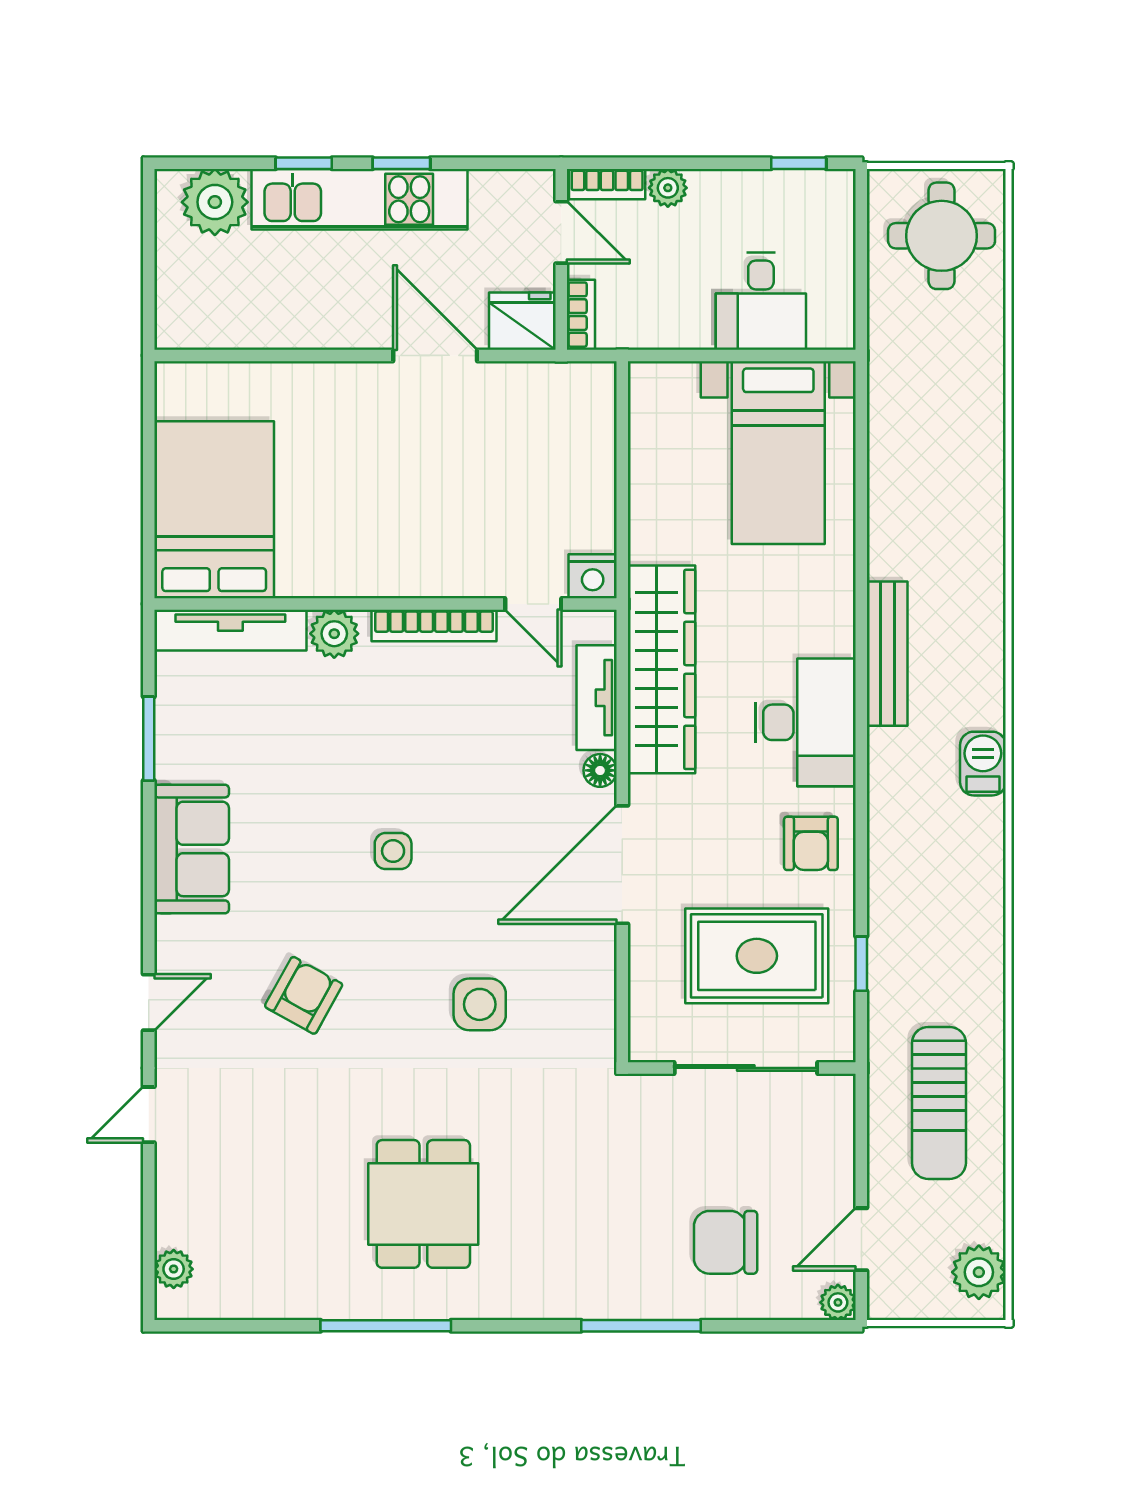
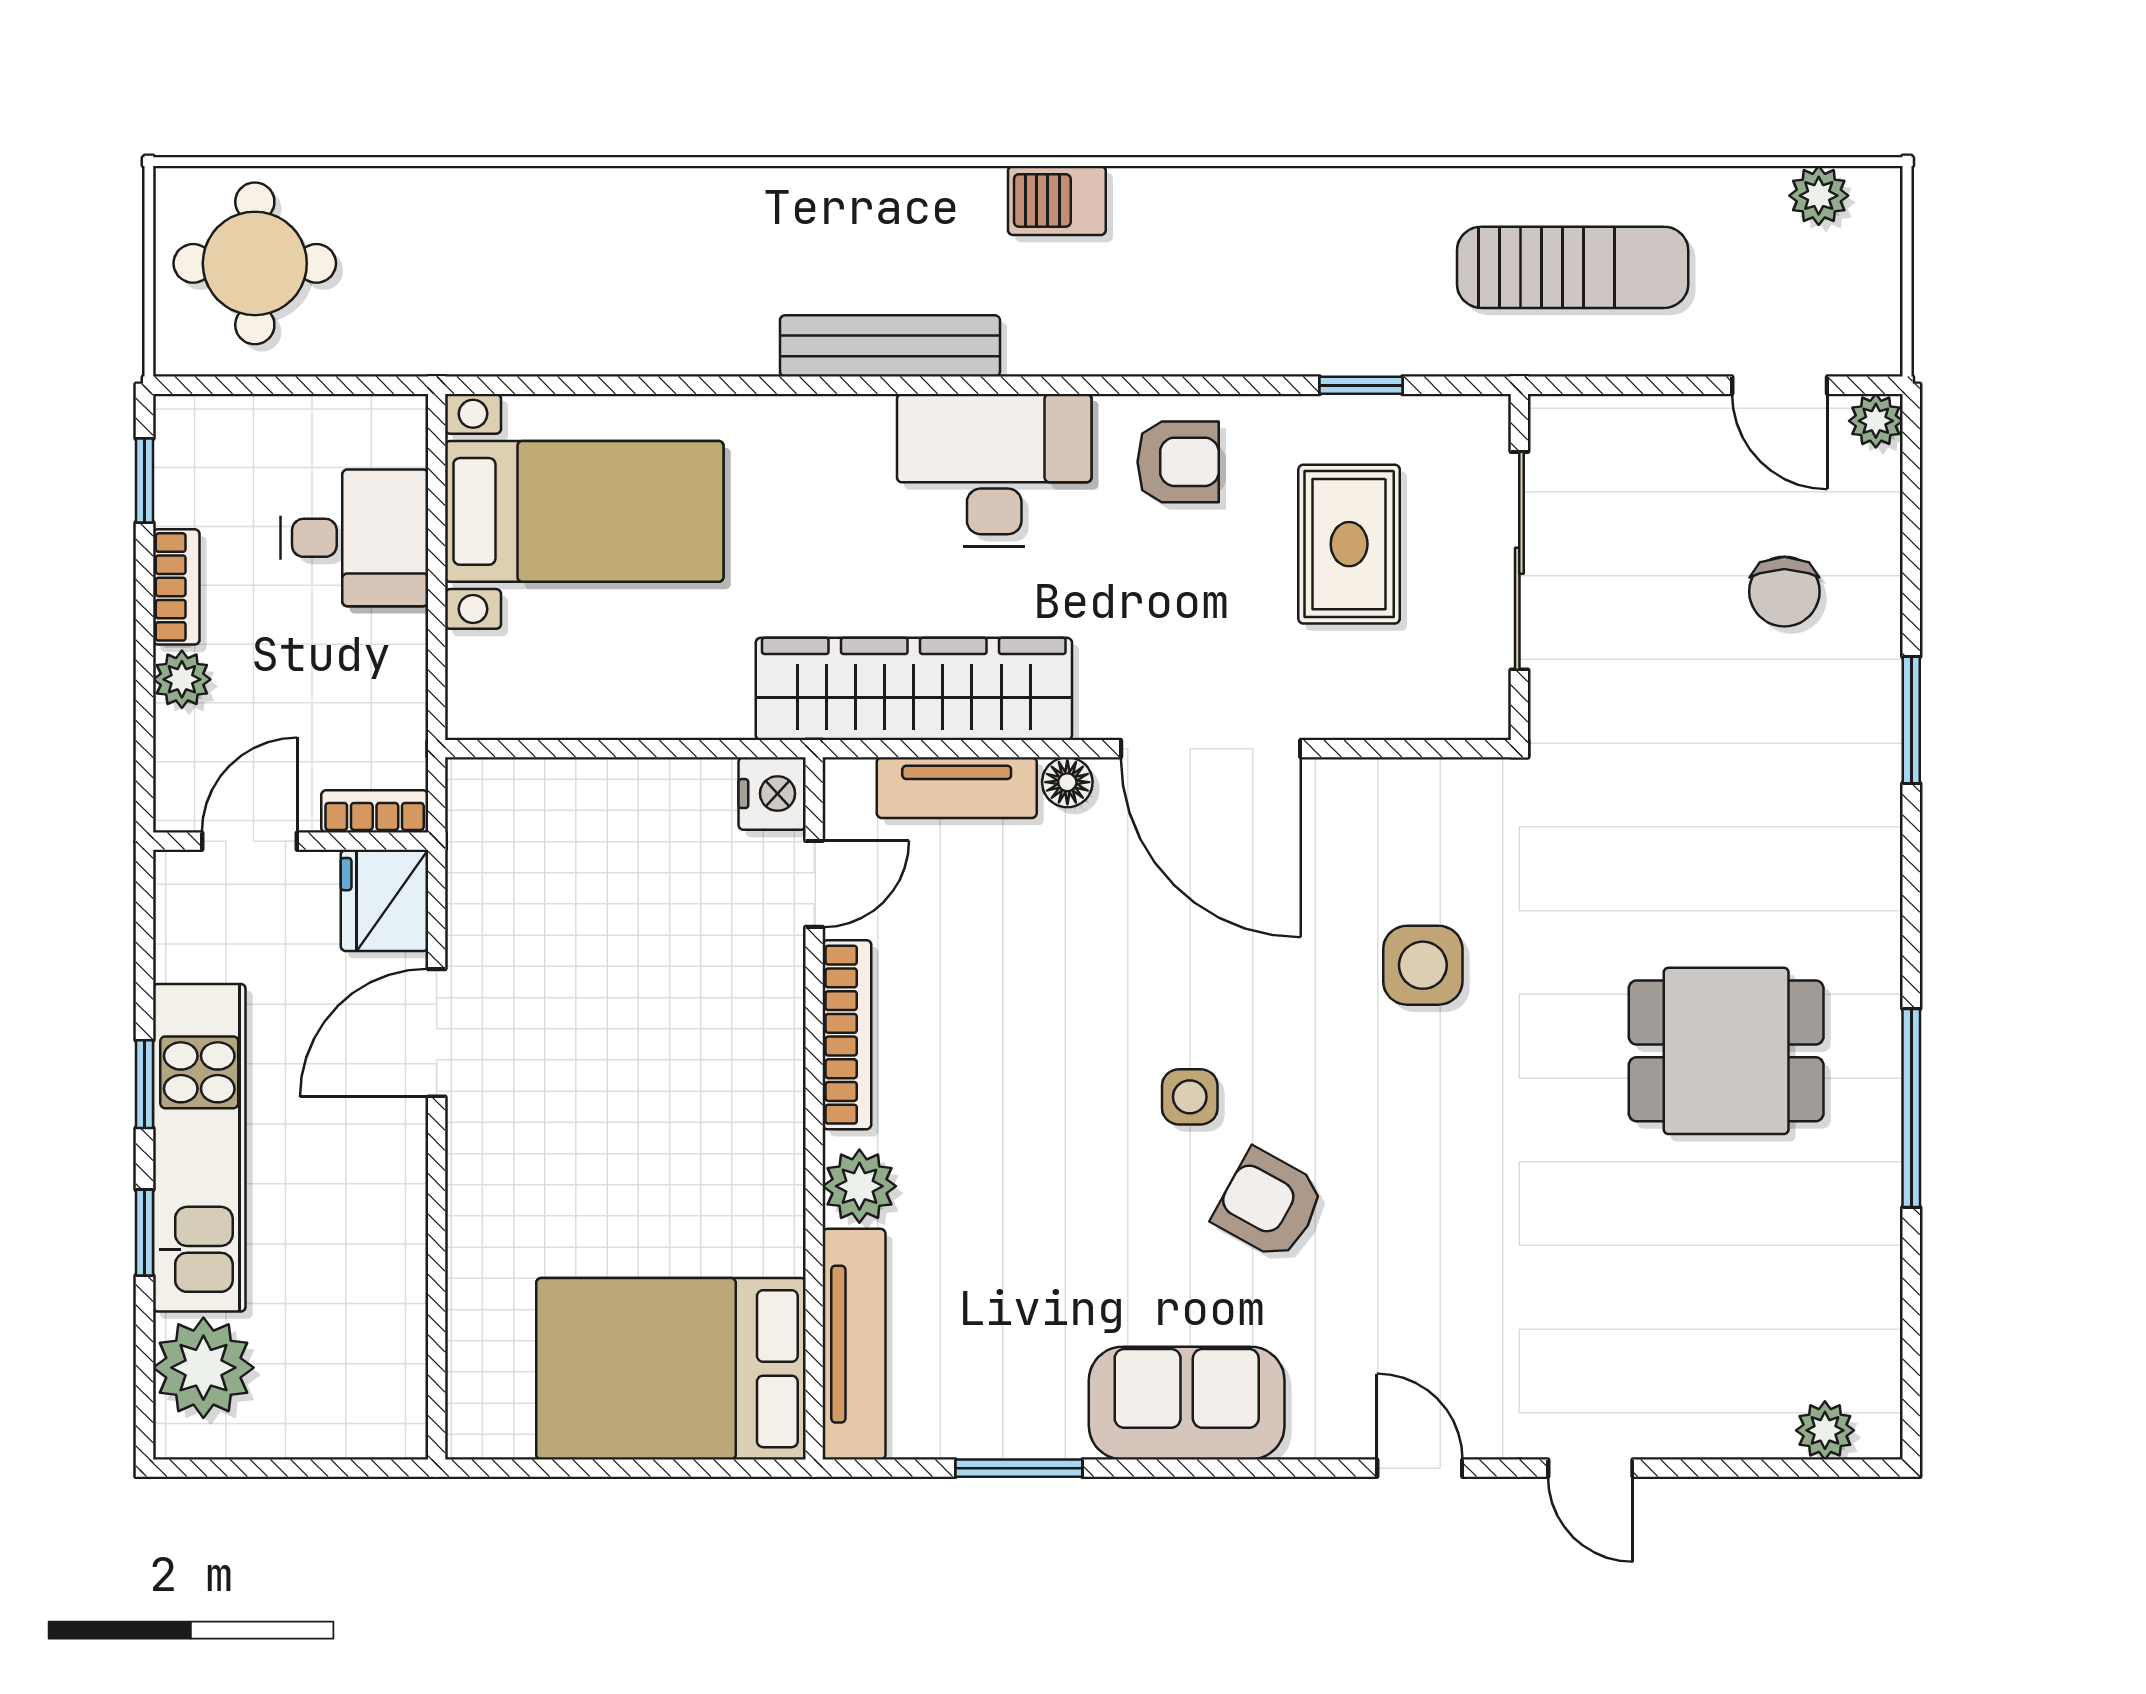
bookcase: (607, 184) -> (176, 587), moved
rug: (757, 956) -> (1349, 544), width x0.73, depth x0.70
armchair: (304, 995) -> (1269, 1204), moved
chair: (726, 1242) -> (1784, 592), width x0.73, depth x0.73
plant: (979, 1272) -> (1819, 196), width x0.73, depth x0.73
window: (641, 1326) -> (1911, 720), width x0.69

